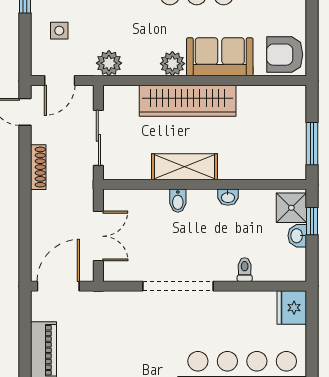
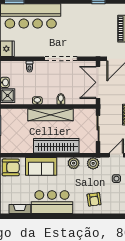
plant: (172, 64) -> (74, 163), moved
shelving: (184, 167) -> (51, 115), width x1.47
double door: (98, 236) -> (98, 82), width x1.37

